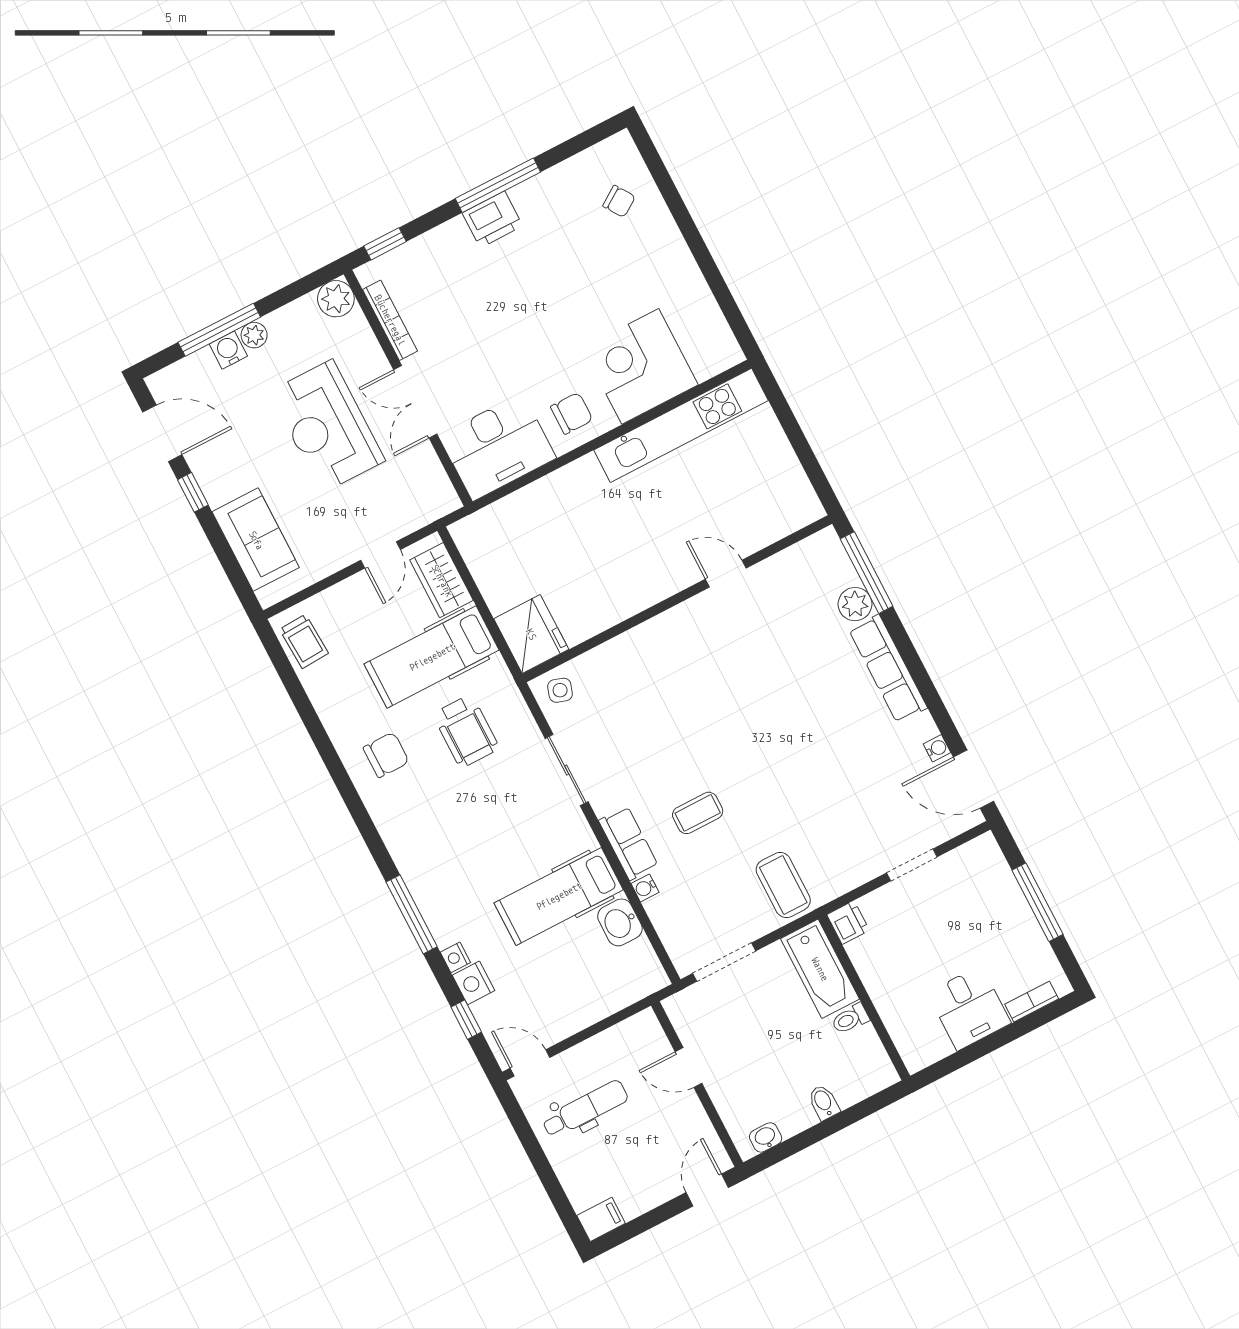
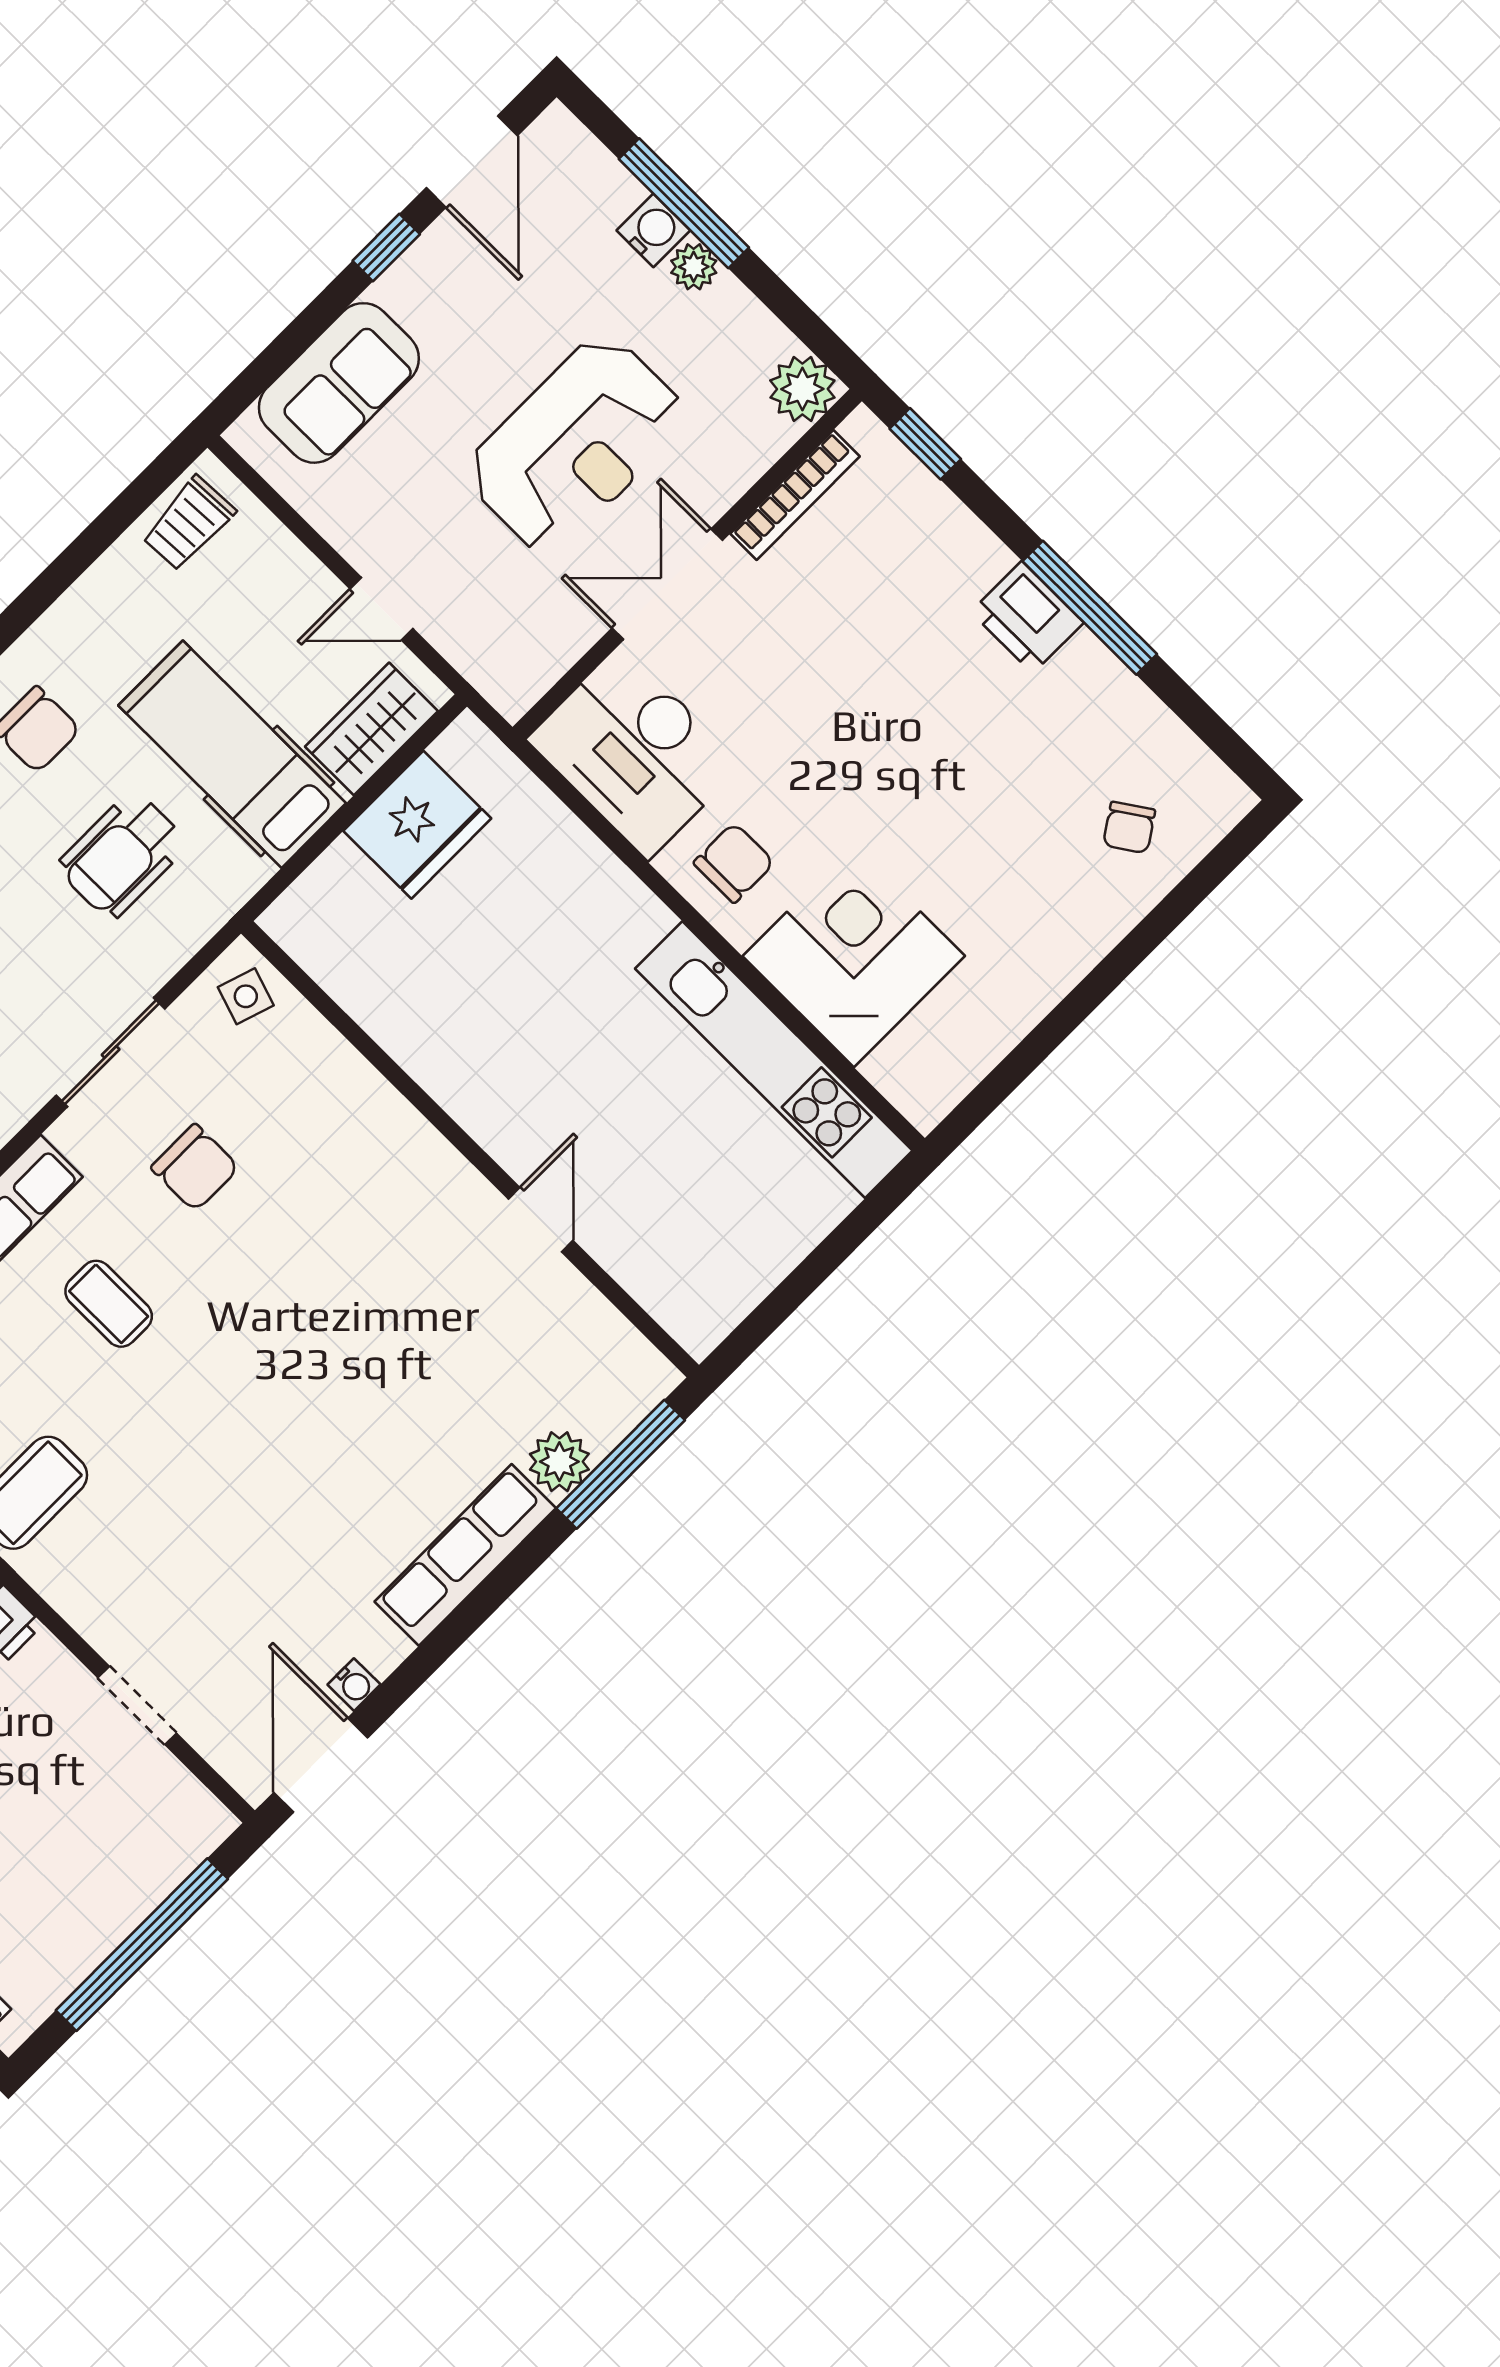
chair: (572, 413) -> (734, 863), turned -90
reception desk: (327, 426) -> (576, 444), turned 180
fridge: (531, 634) -> (417, 825), moved
chair: (641, 745) -> (195, 1168), added
window: (1037, 902) -> (142, 1945), width x1.46

